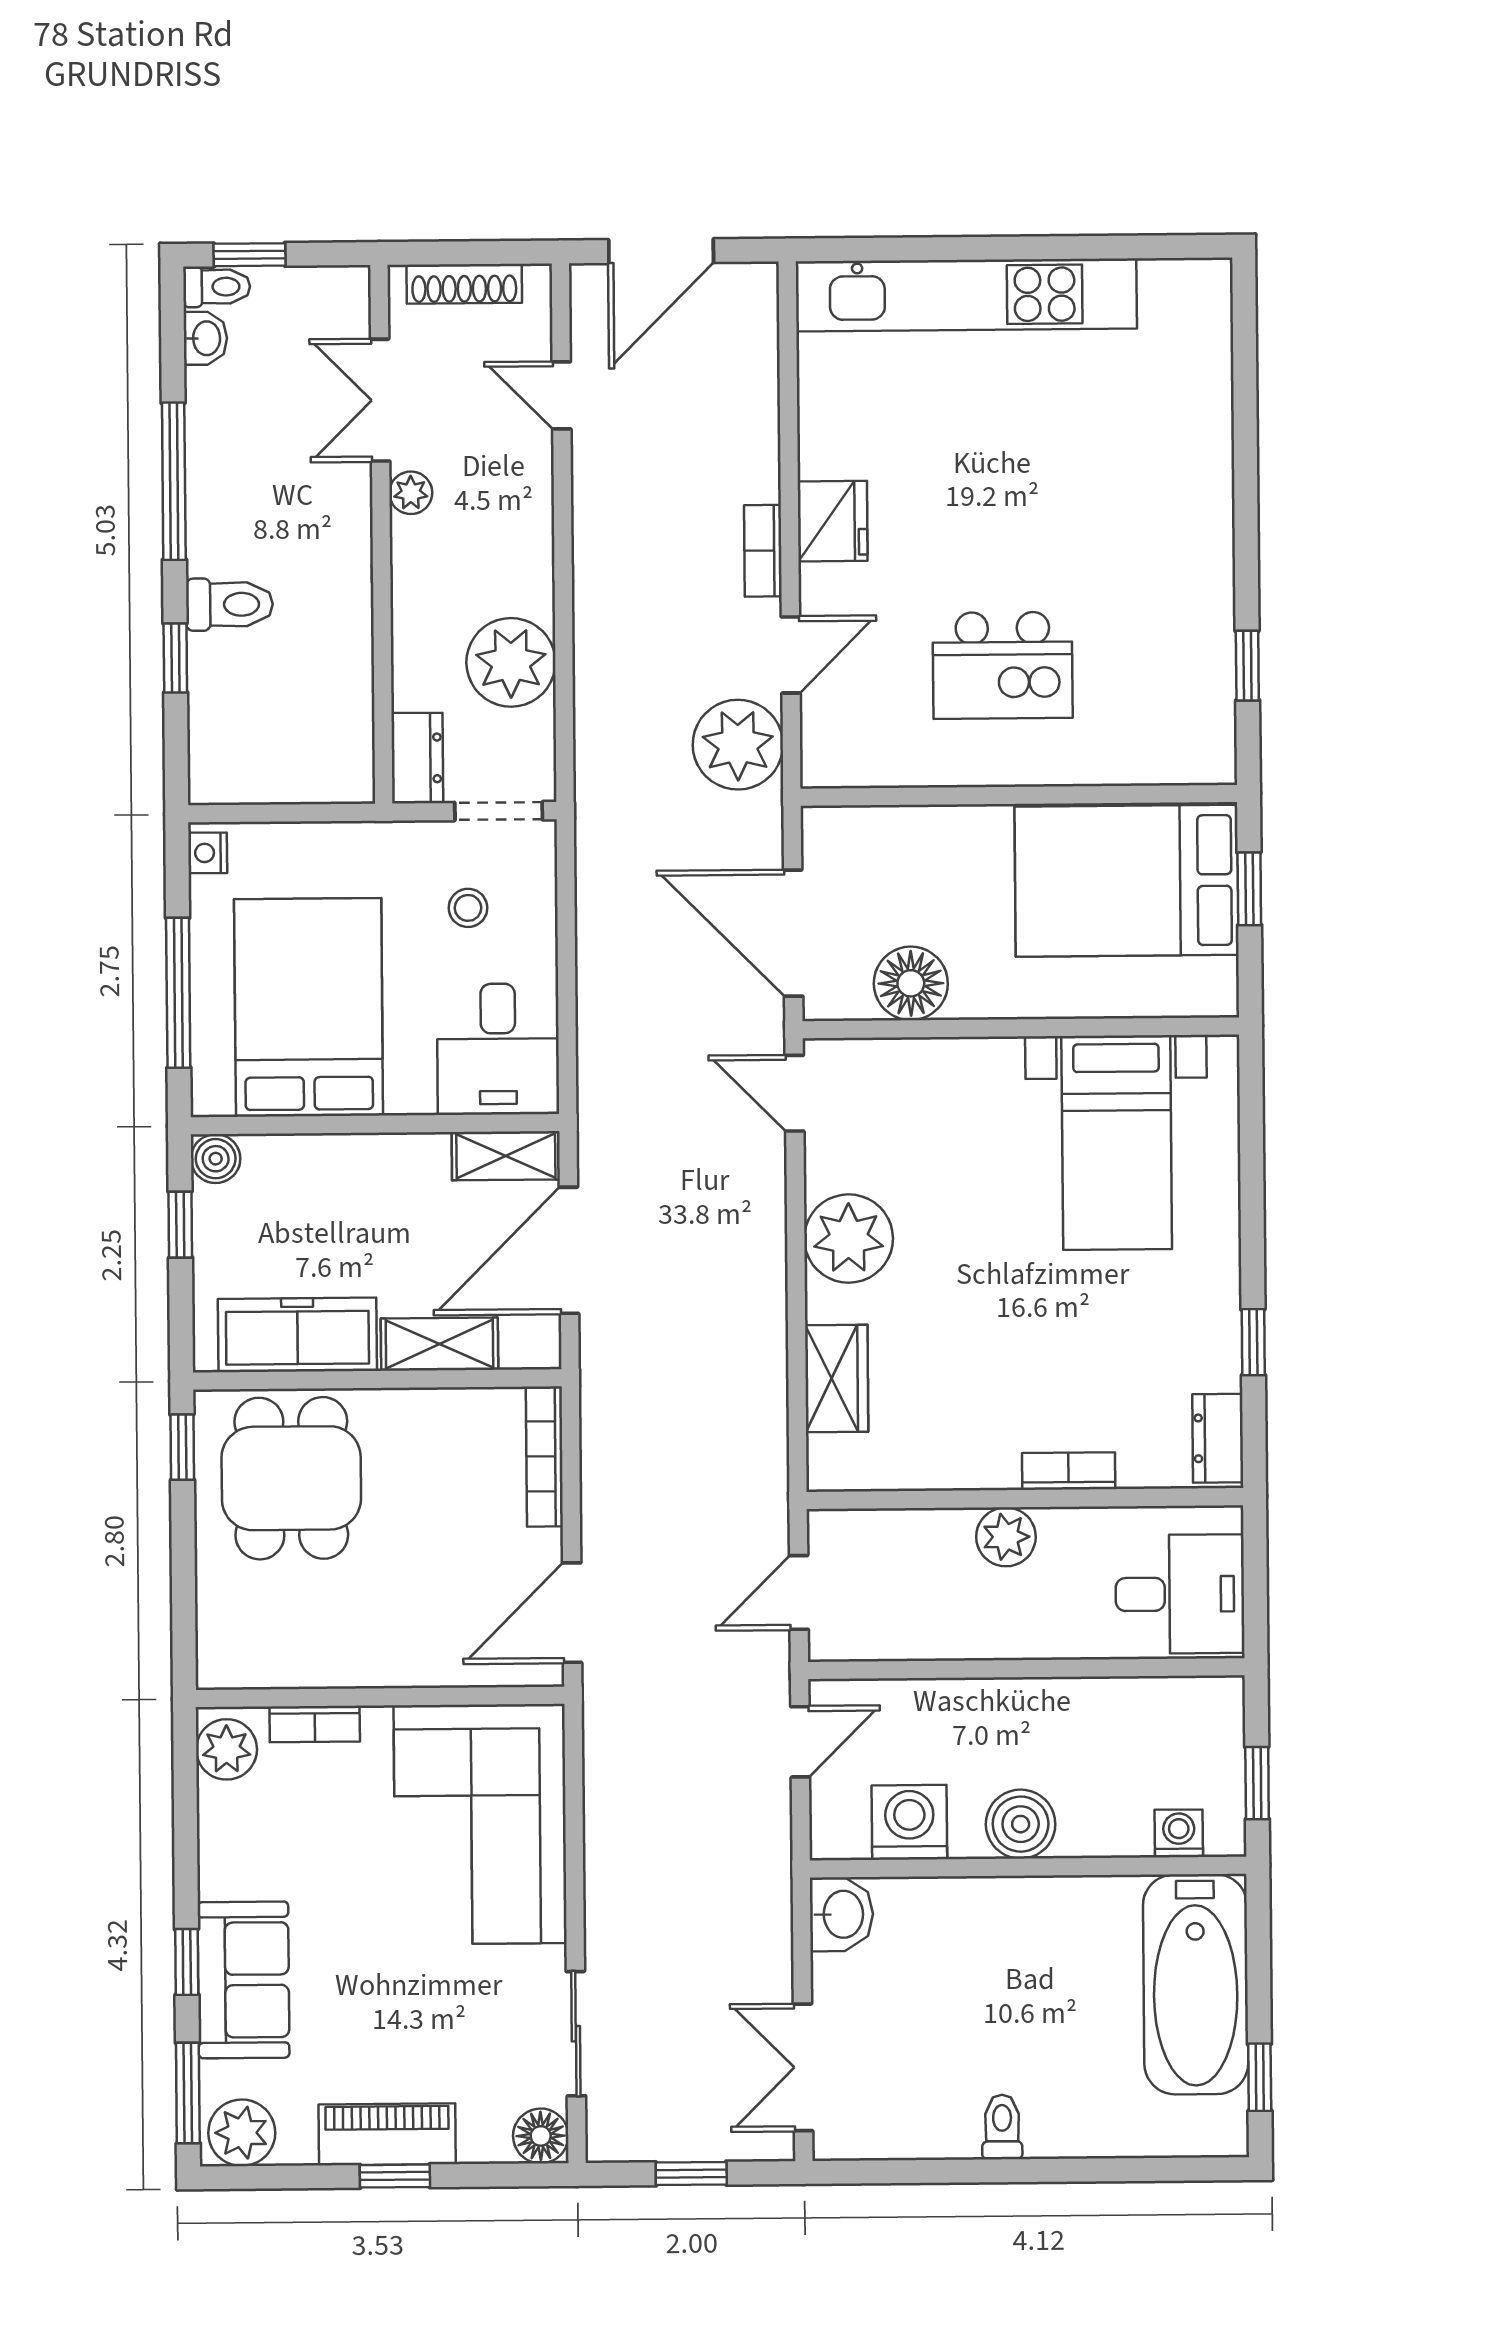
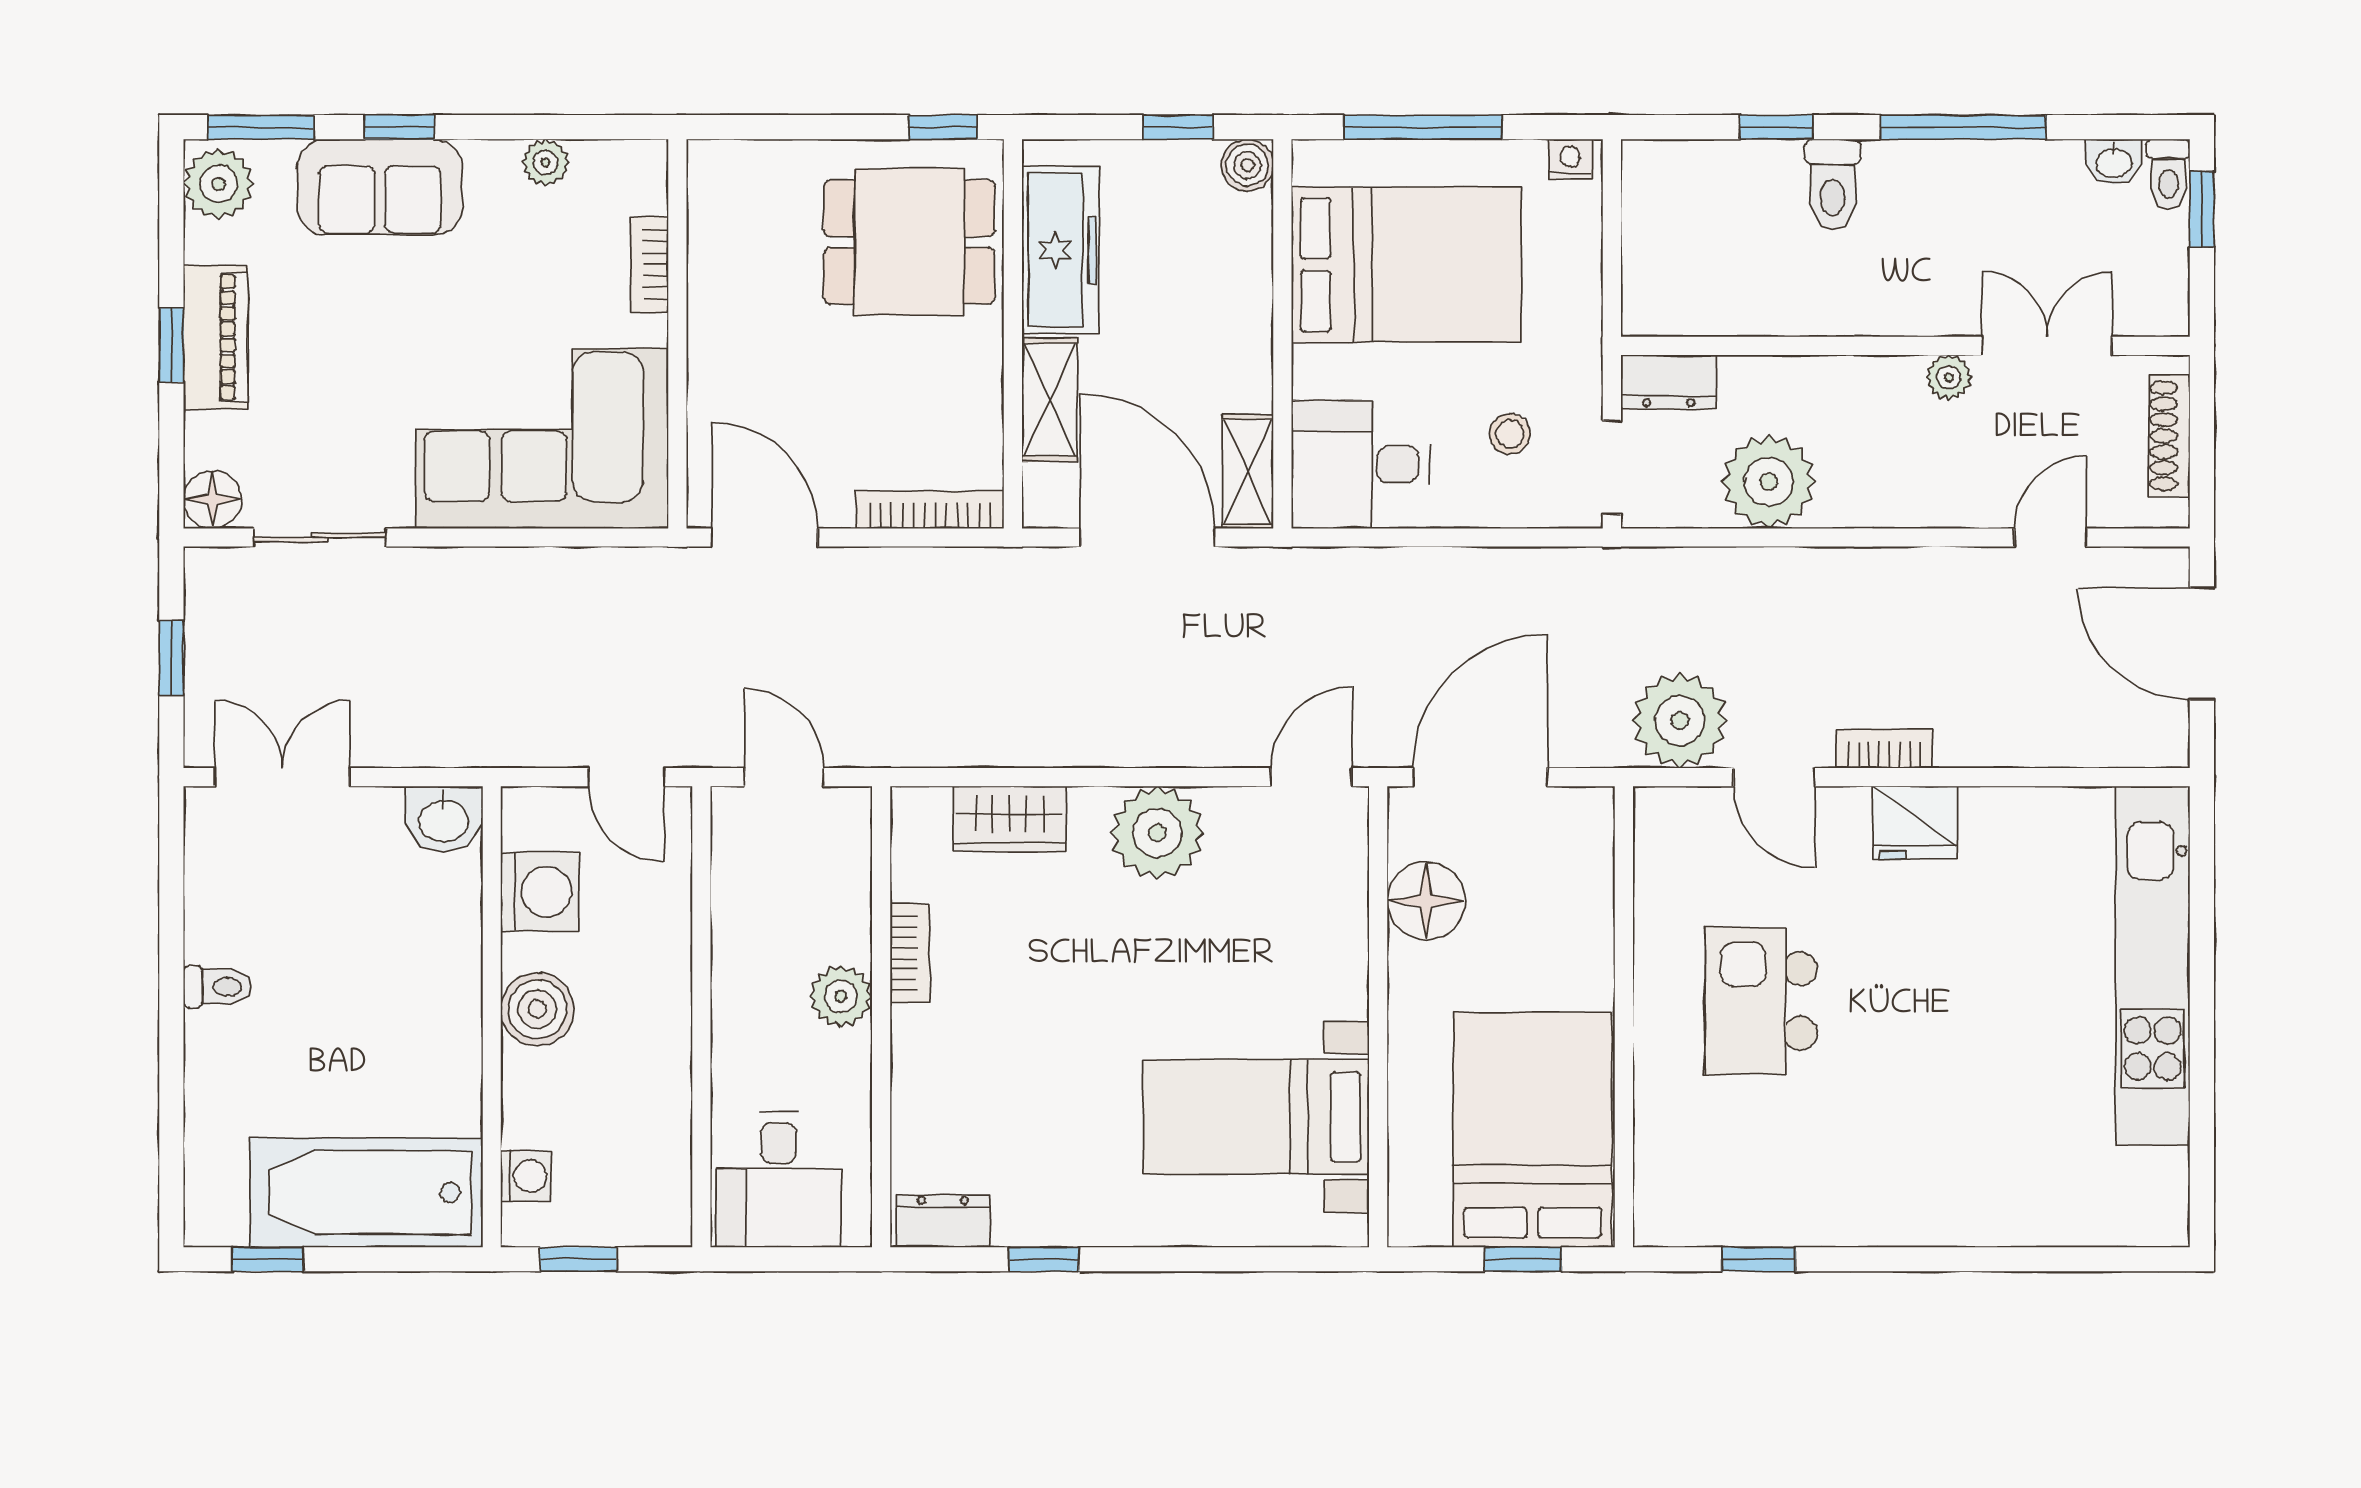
bookcase: (1069, 1471) -> (910, 953), moved
plant: (227, 1749) -> (545, 162), moved, width x0.73, depth x0.73

